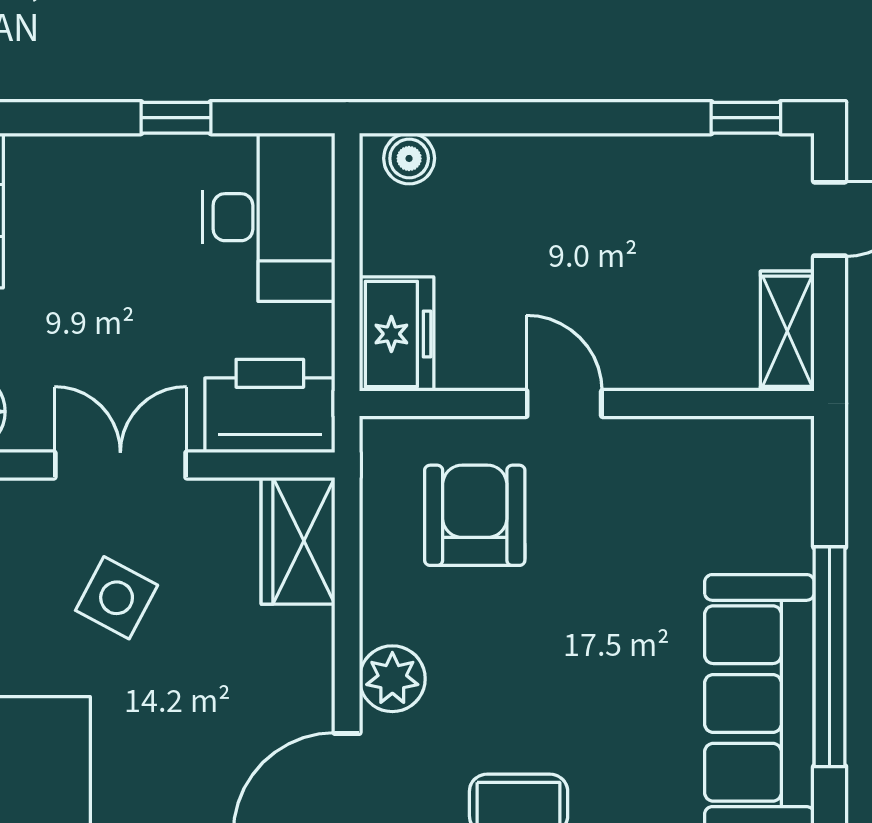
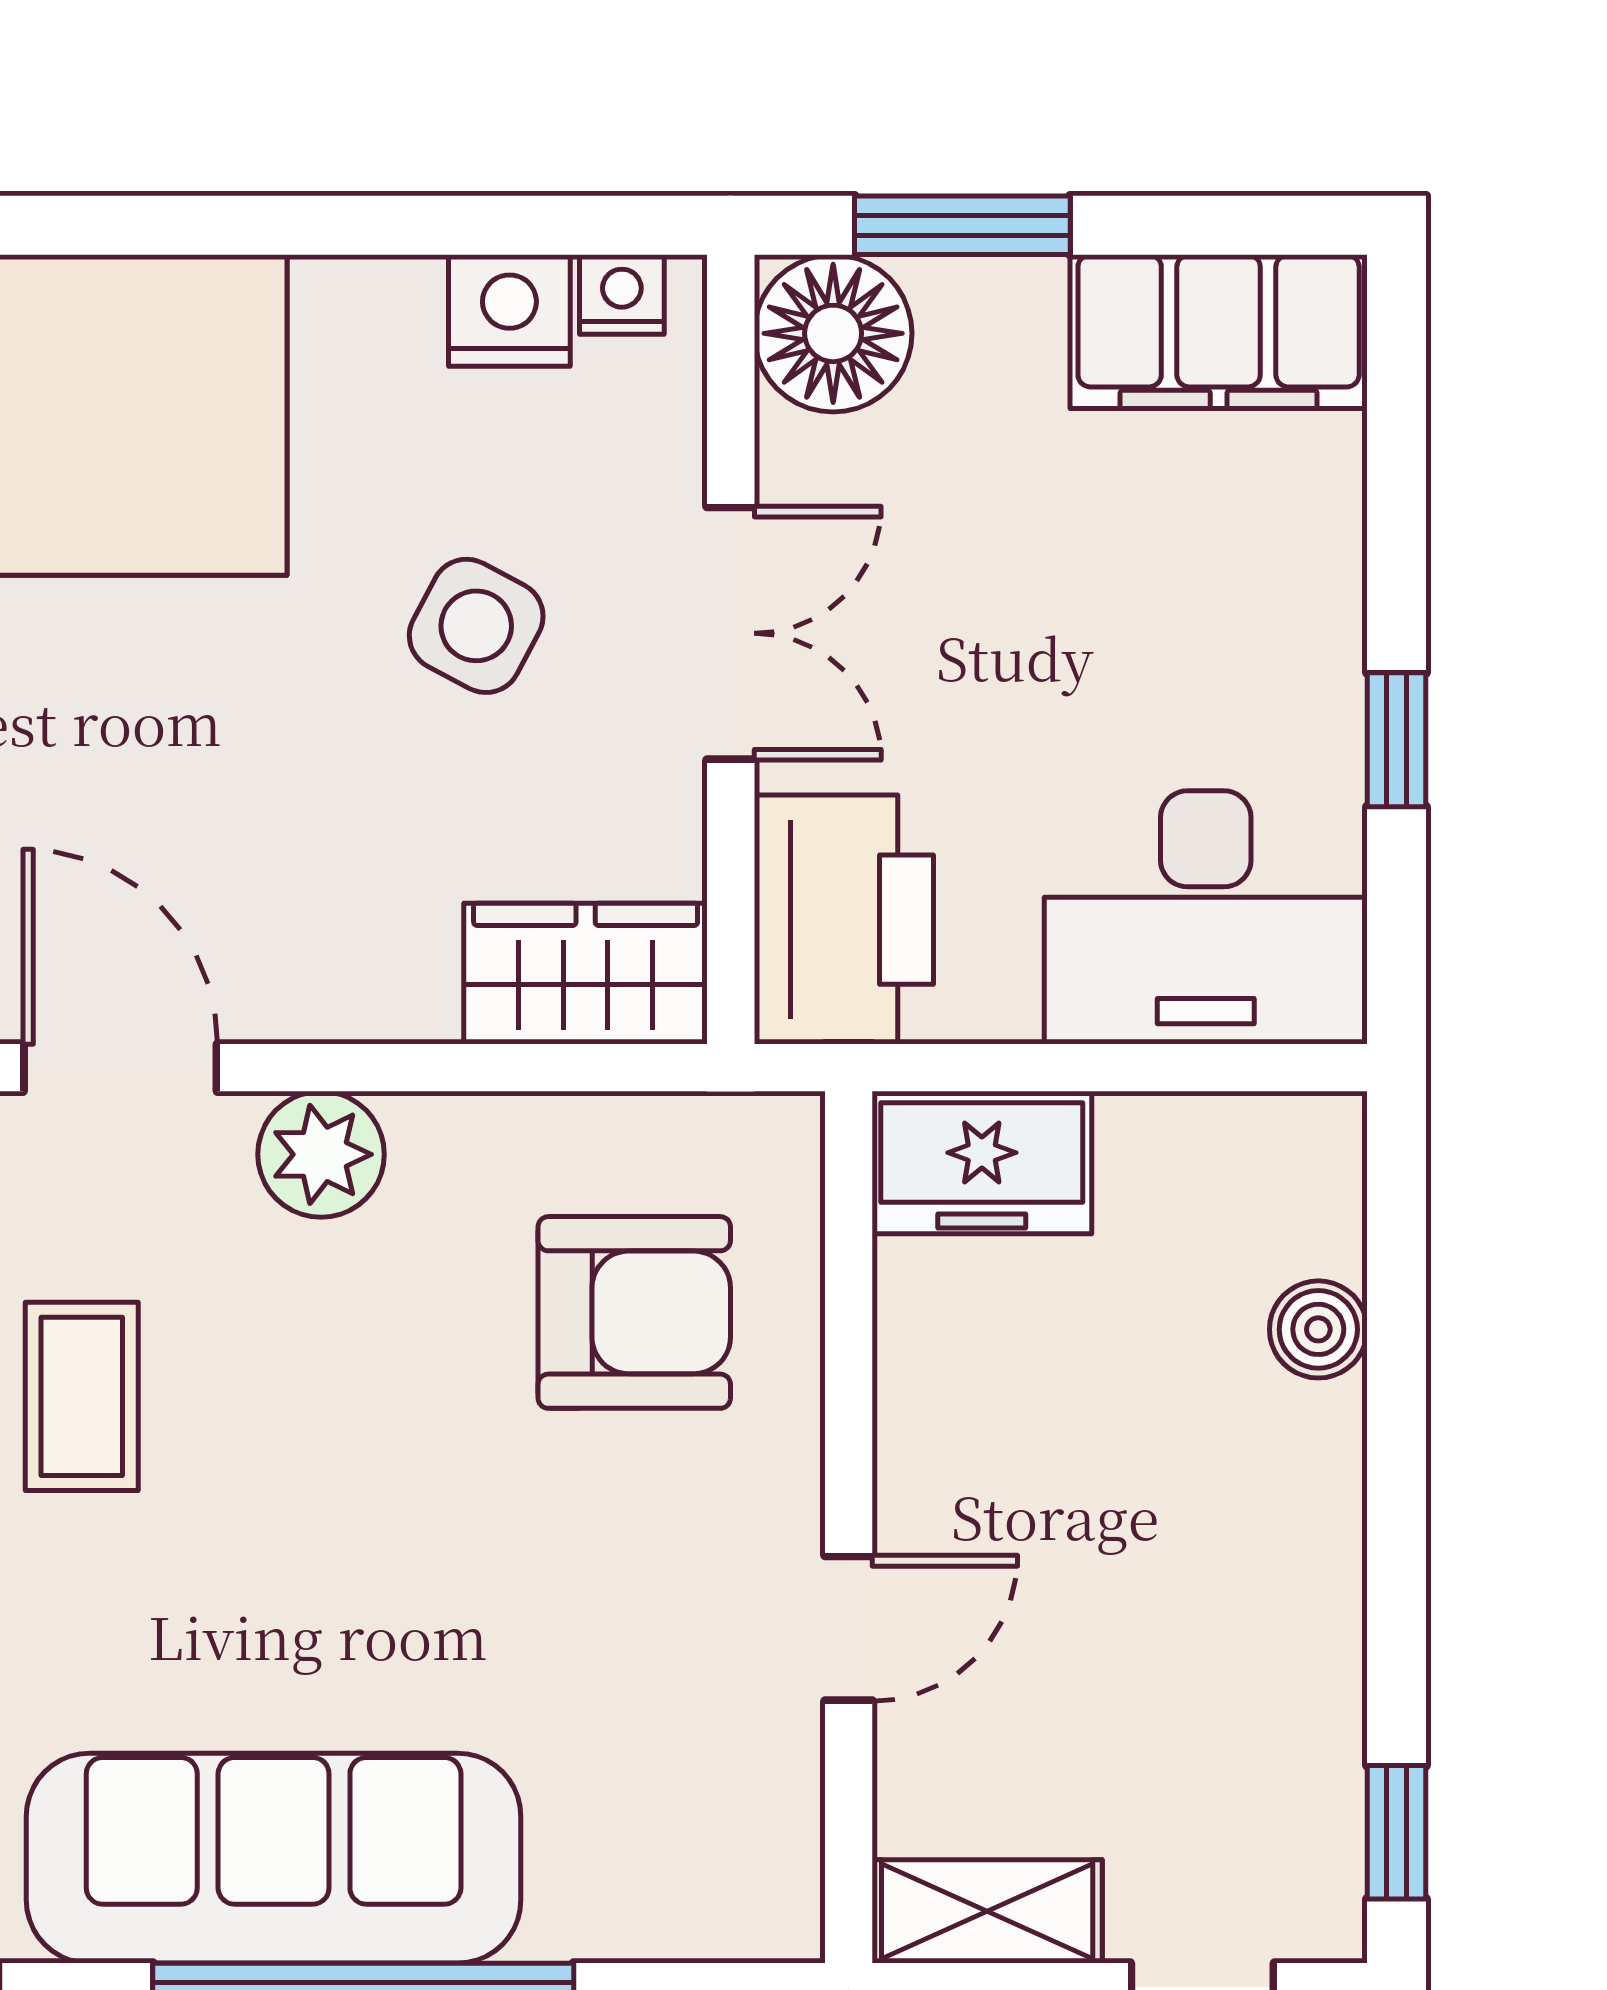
boiler: (409, 158) -> (1318, 1329), moved
door: (564, 404) -> (849, 1628), moved

